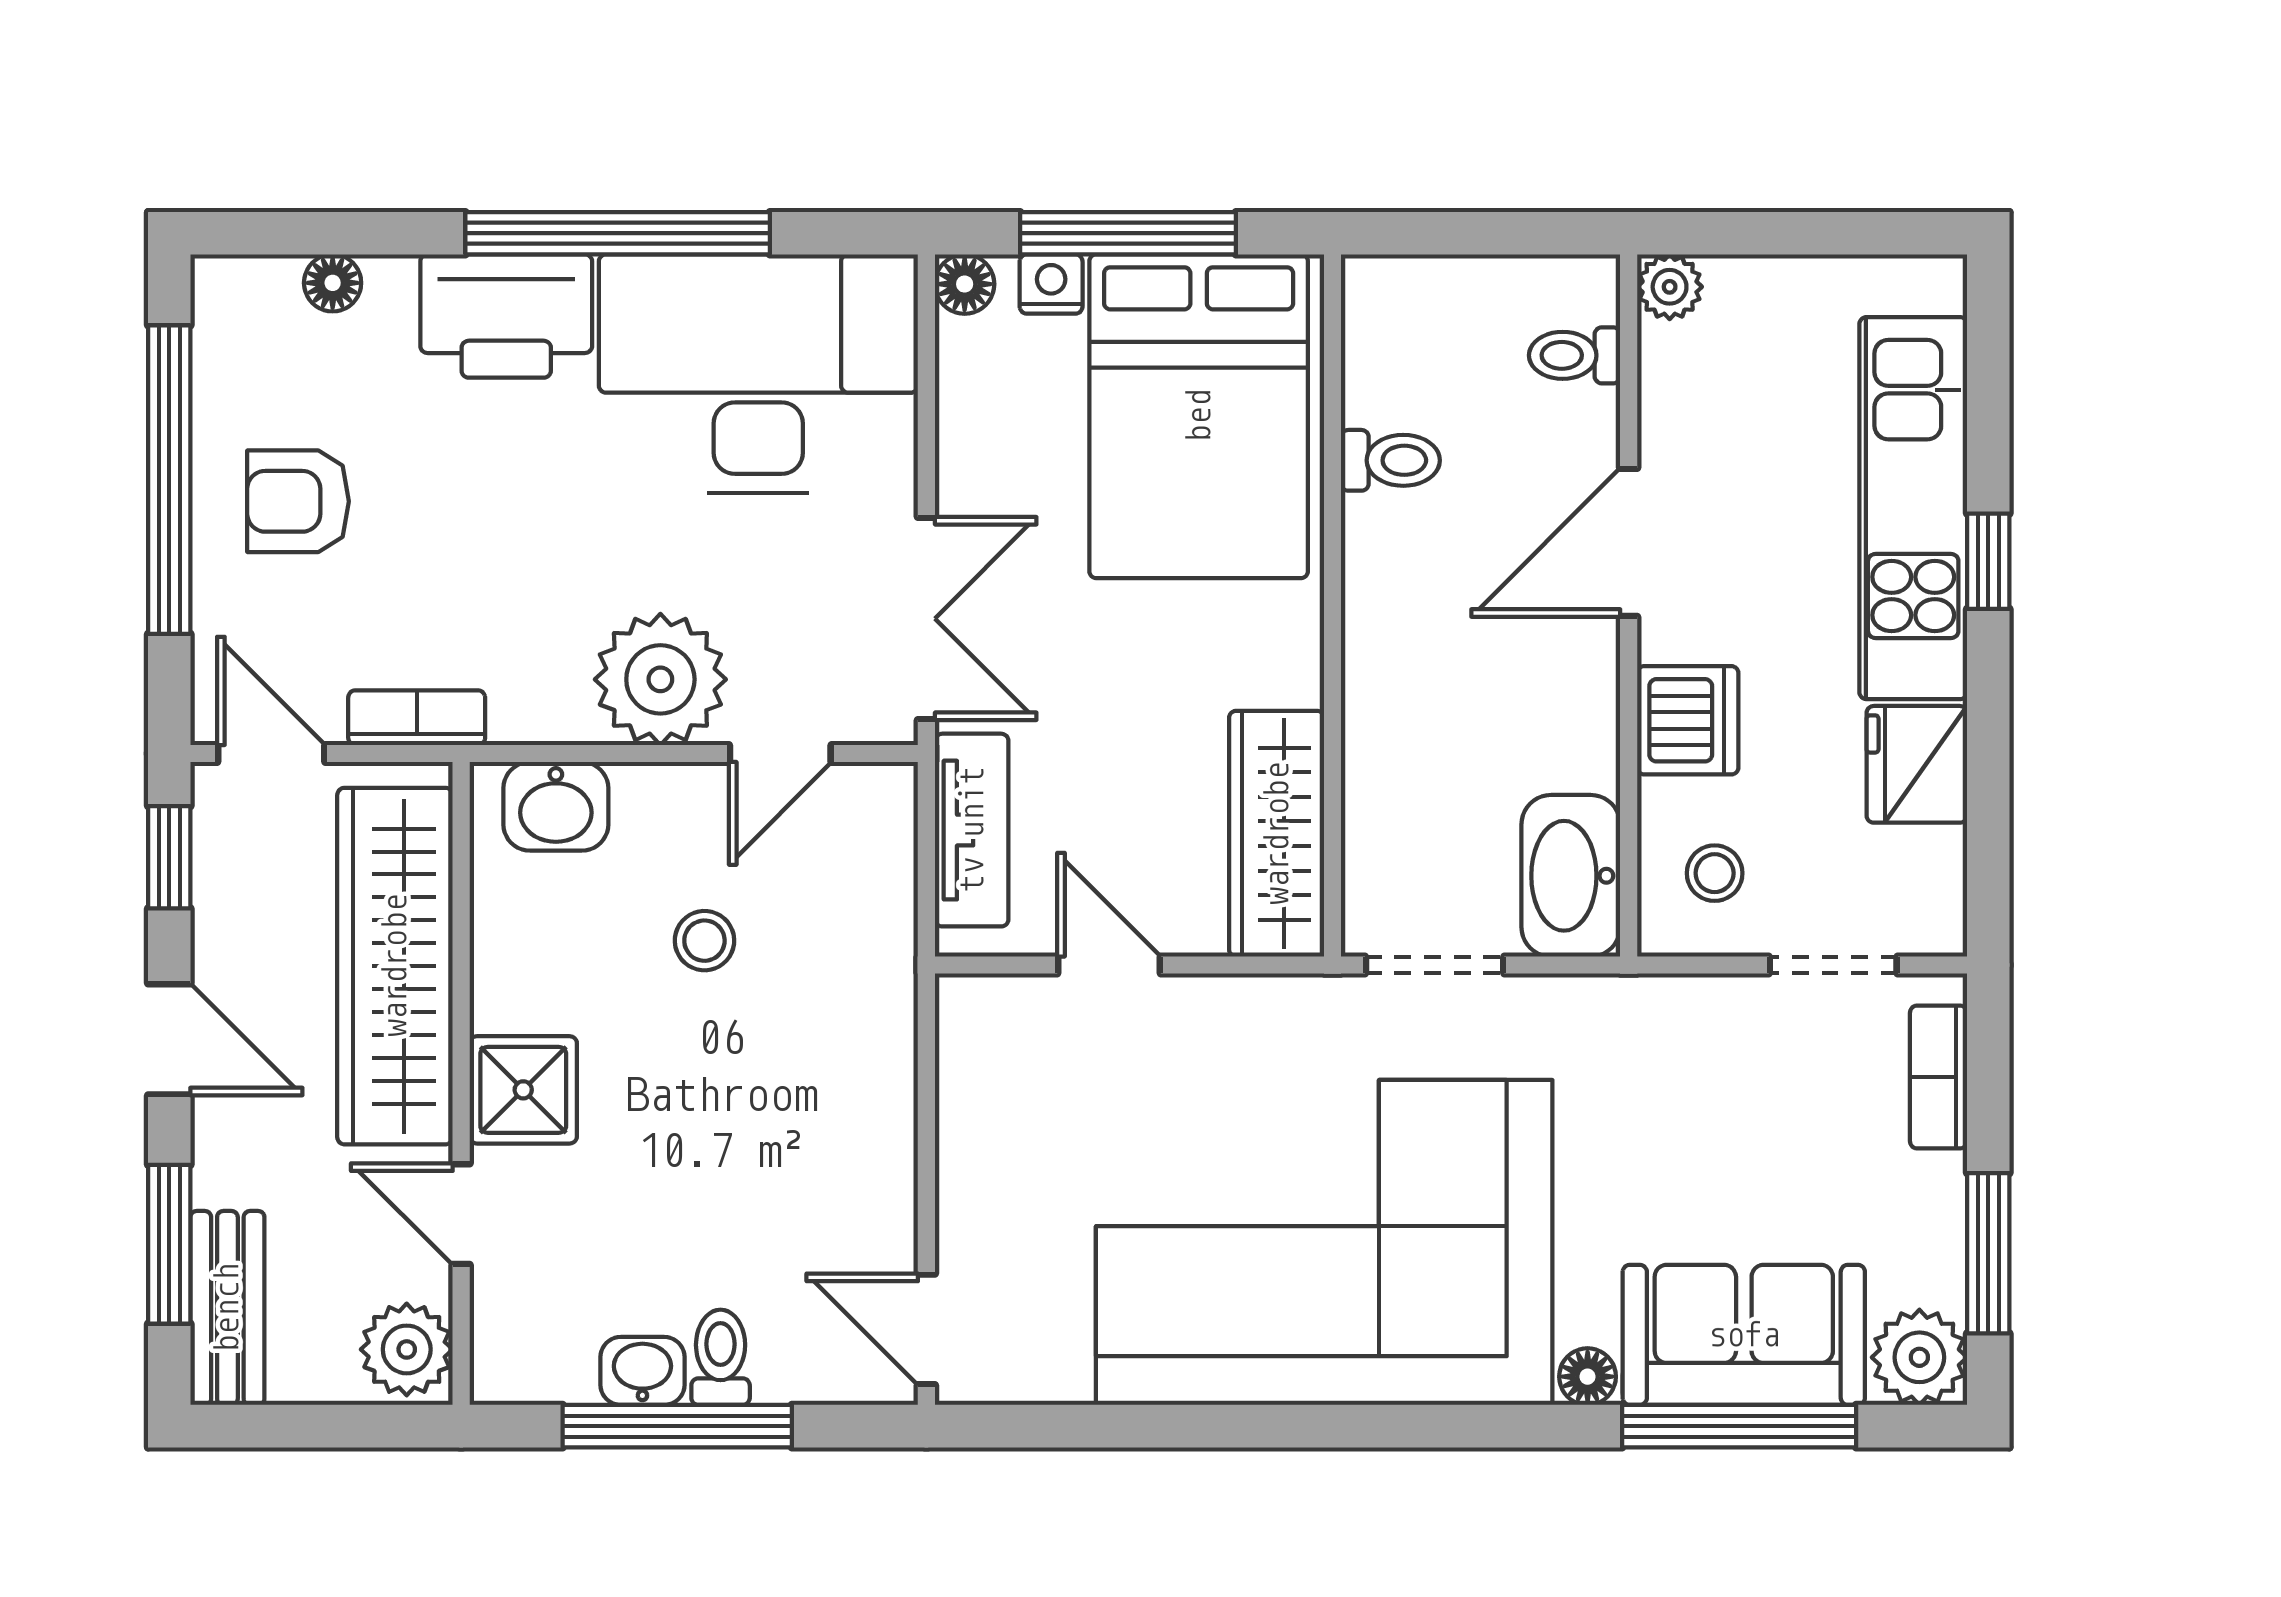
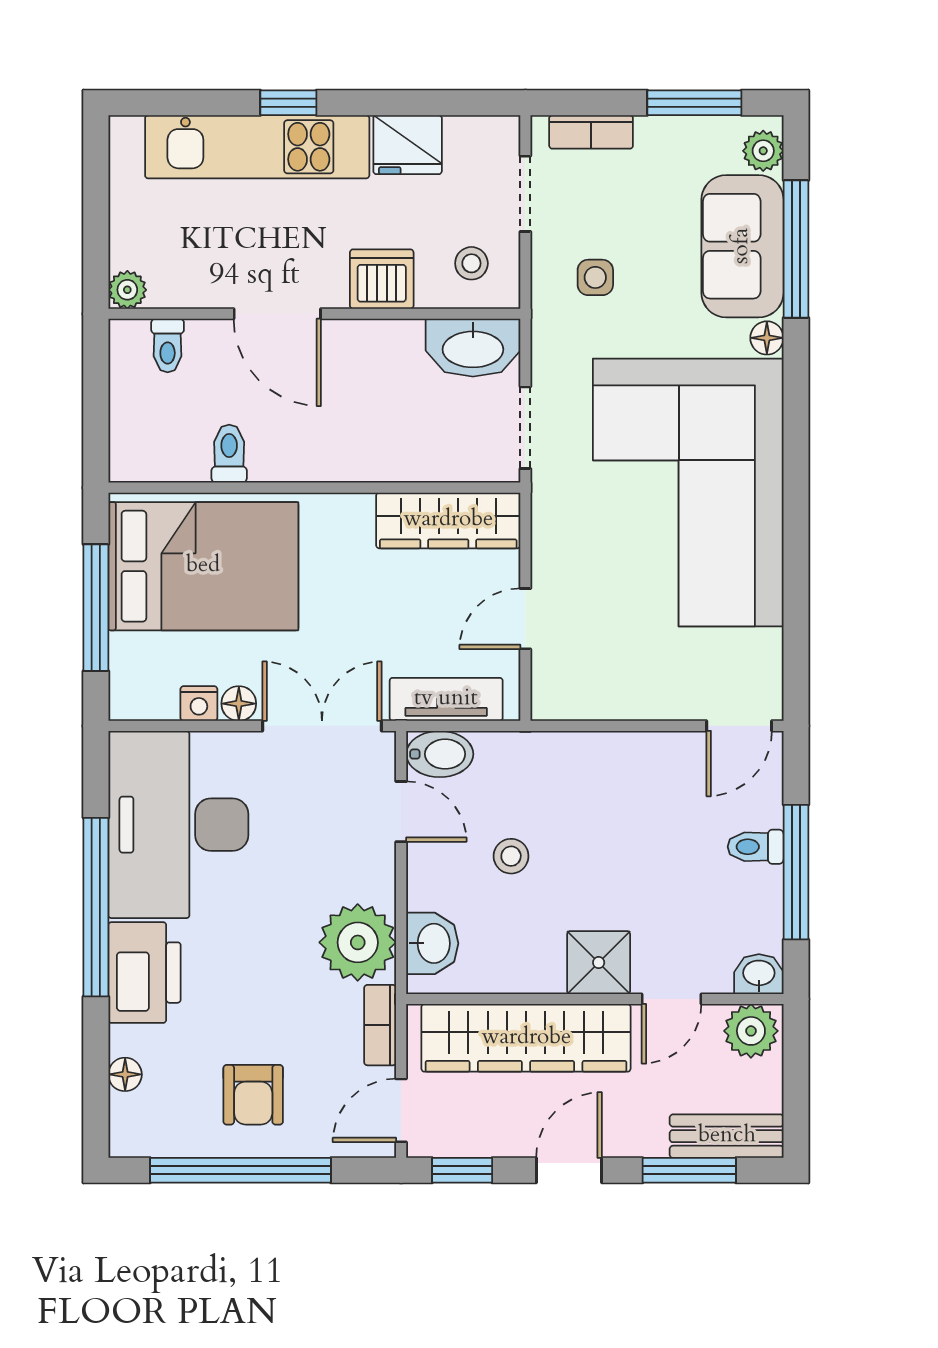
floor lamp: (965, 284) -> (239, 704), moved
nightstand: (1051, 284) -> (199, 704), moved, turned -90
plant: (660, 679) -> (358, 942), moved
bidet: (878, 819) -> (440, 754), added
side table: (1691, 1084) -> (595, 277), added
plant: (1919, 1357) -> (763, 151), width x0.73, depth x0.73
washbasin: (642, 1371) -> (759, 974), moved, turned 90

